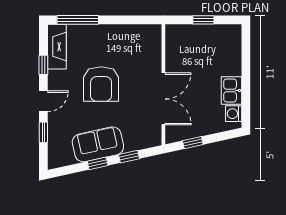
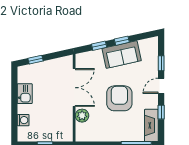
plant: (152, 60) -> (82, 116), added
double door: (163, 99) -> (74, 88), swing flipped
washing machine: (234, 114) -> (23, 120), moved
window: (193, 143) -> (36, 60), moved

